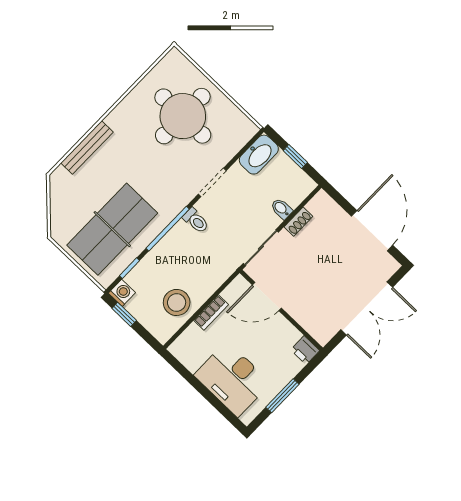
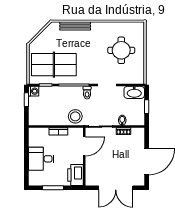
round table: (183, 116) -> (121, 50), width x0.73, depth x0.73
door: (267, 297) -> (84, 146), swing flipped
stool: (177, 302) -> (75, 116), moved
printer: (305, 350) -> (76, 175), width x1.87, depth x1.48
desk: (232, 379) -> (41, 159), width x0.73

